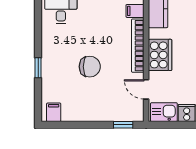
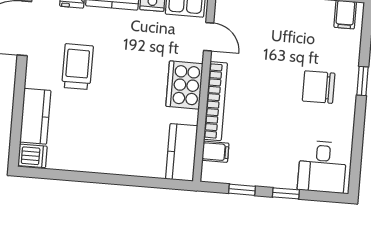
chair: (90, 67) -> (319, 87), moved

